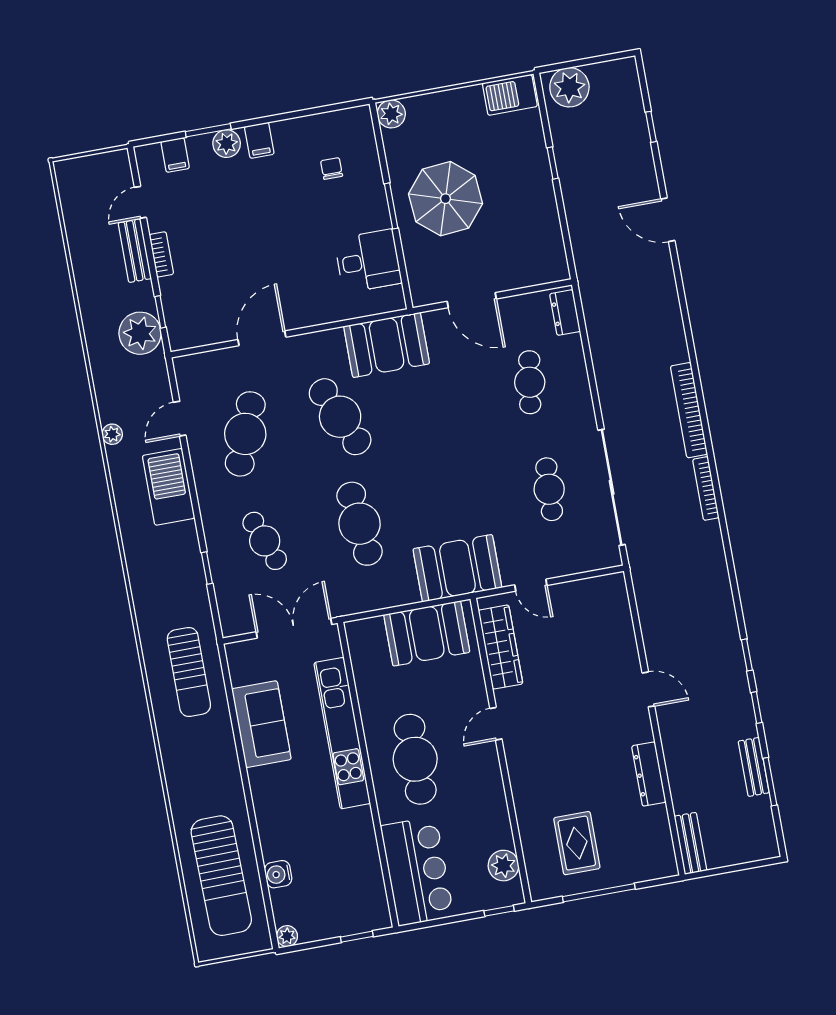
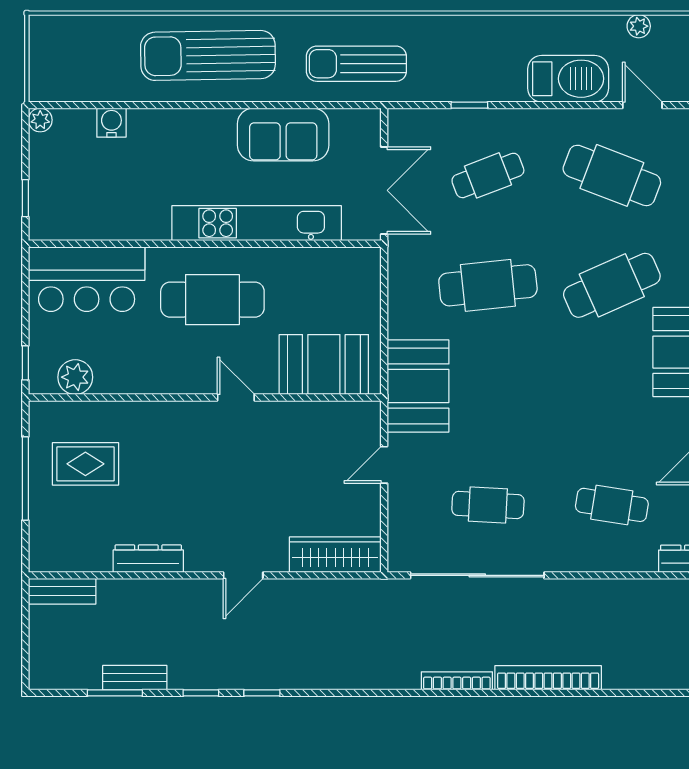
booth: (427, 633) -> (324, 365), moved, turned 90
wardrobe: (500, 647) -> (335, 555), moved, turned 180
sun lounger: (221, 876) -> (208, 55), moved

